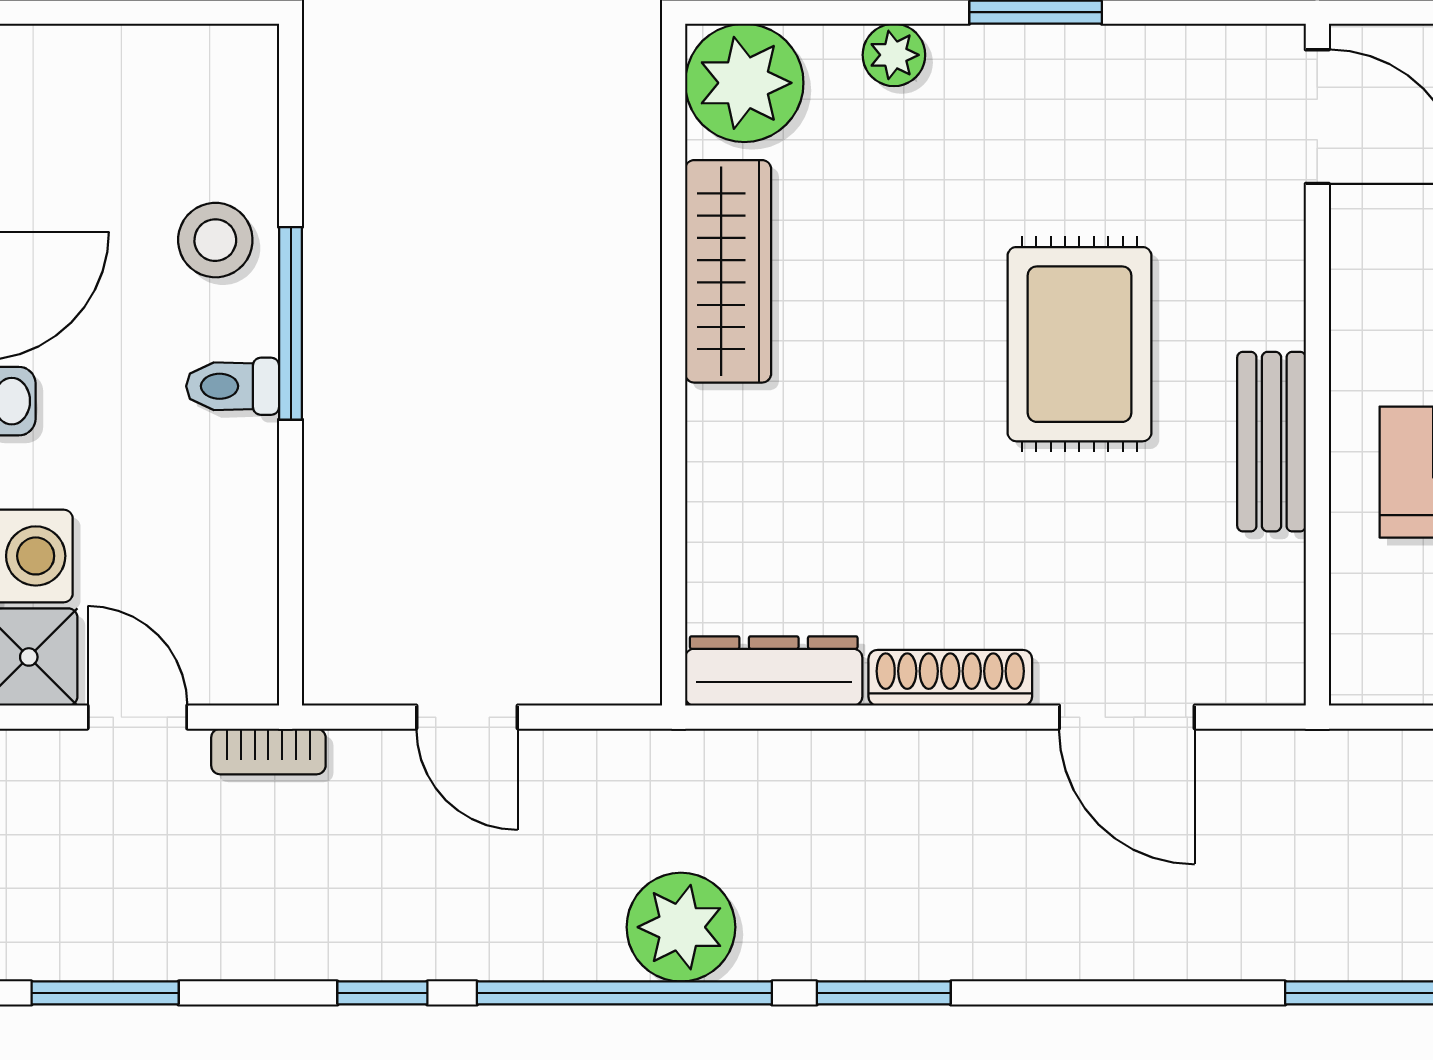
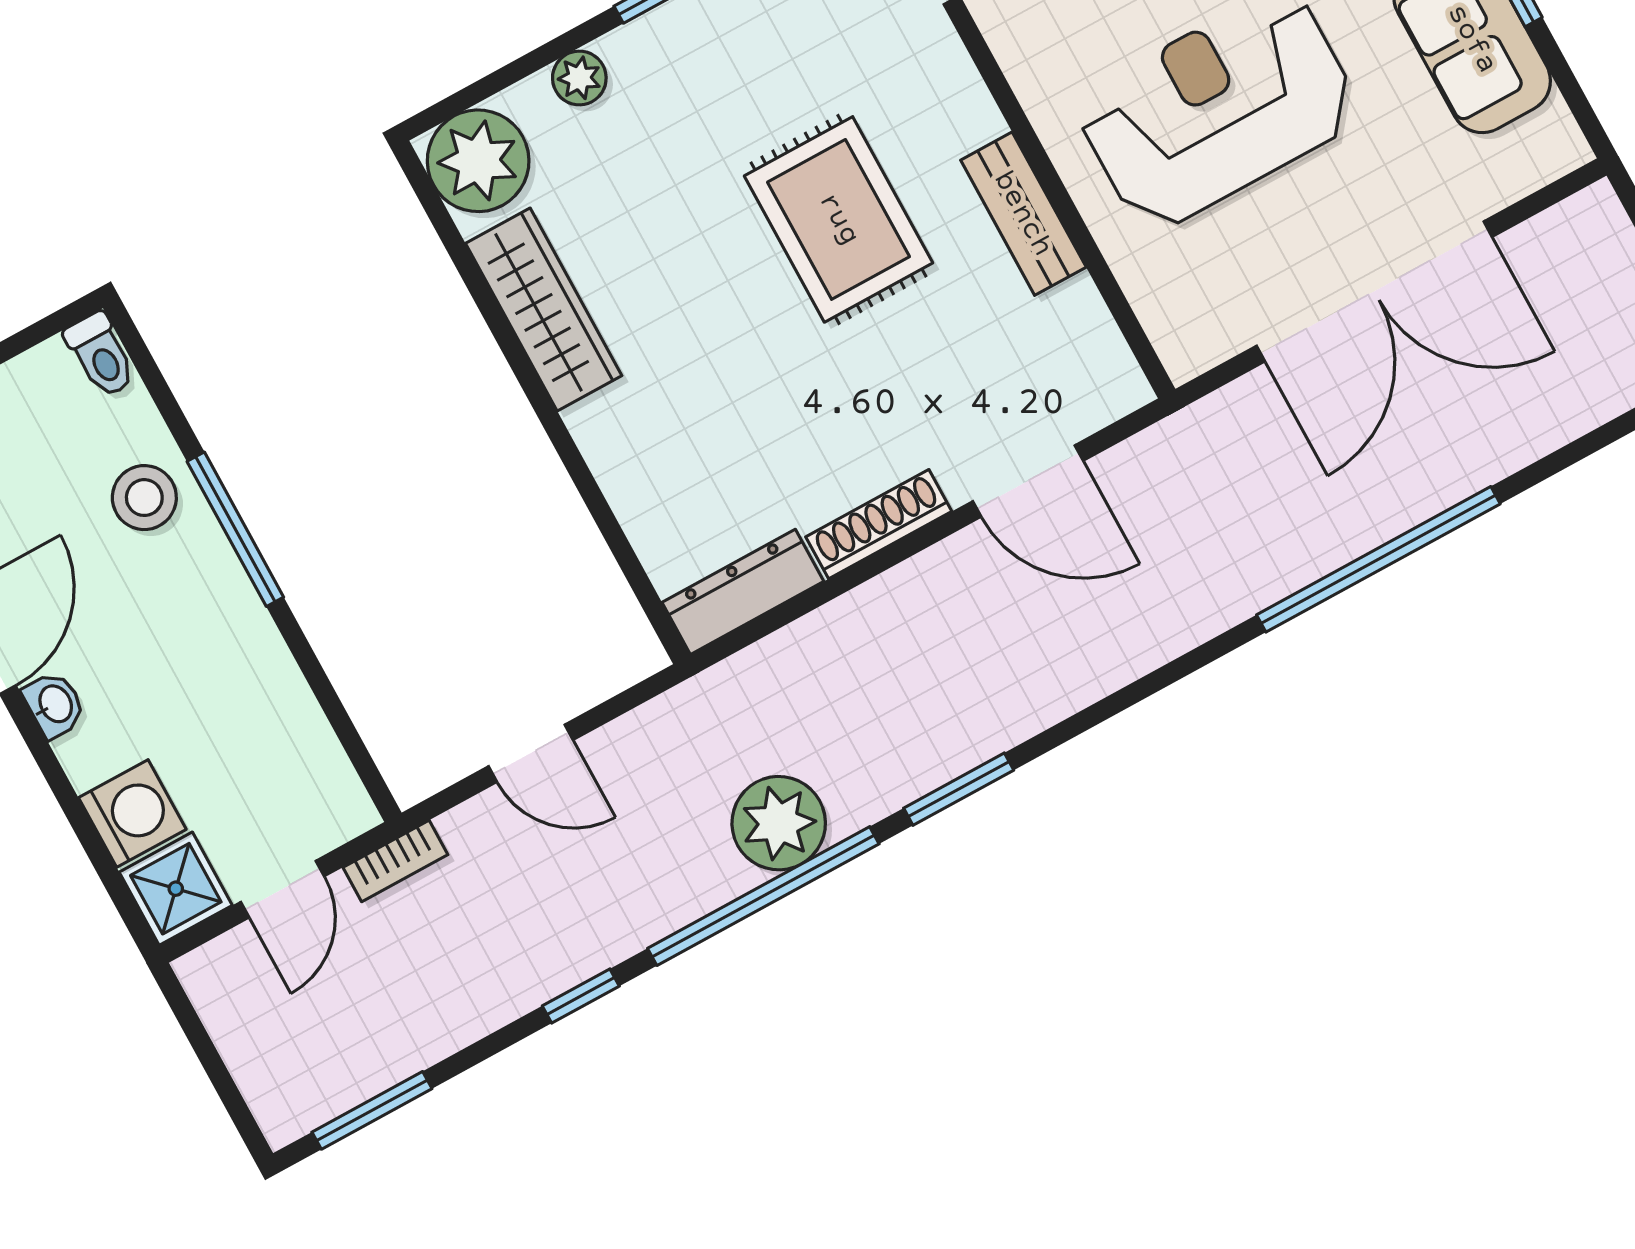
toilet: (233, 386) -> (101, 355), moved, turned -90
door: (137, 717) -> (282, 889), swing flipped

